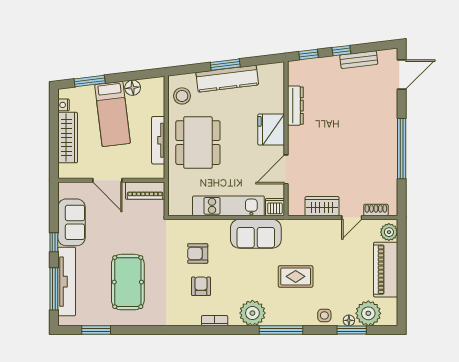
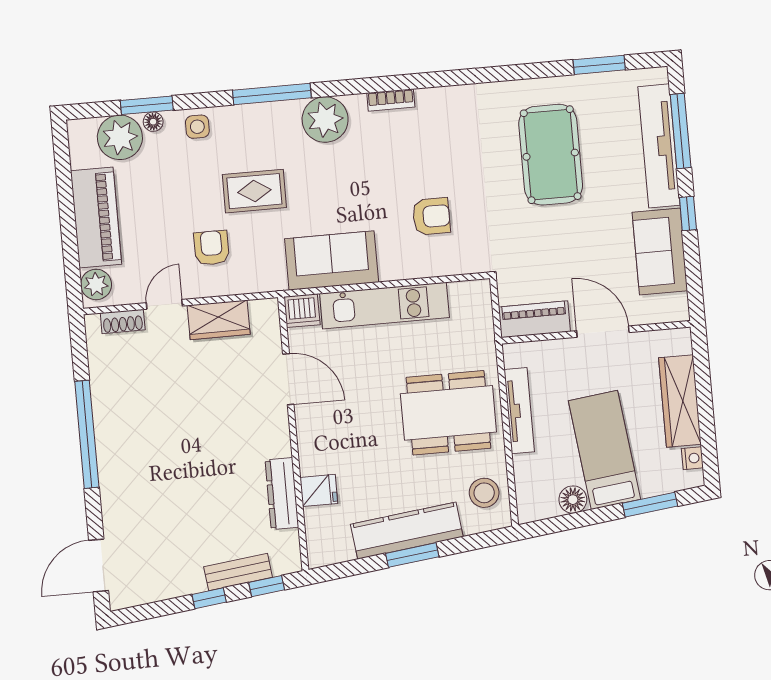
bench: (359, 60) -> (238, 572), moved
fridge: (271, 130) -> (319, 490), moved, width x0.53, depth x0.75
dining table: (198, 143) -> (448, 413), turned 90
door: (286, 169) -> (288, 379), hinge flipped
armchair: (201, 286) -> (211, 248), moved, turned 180

